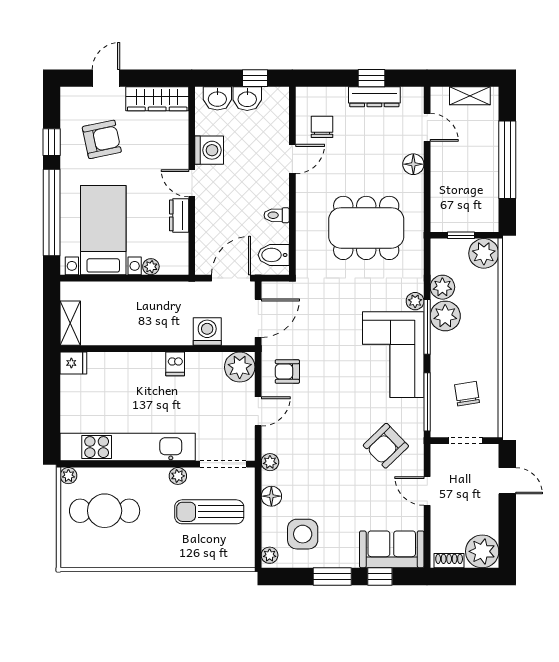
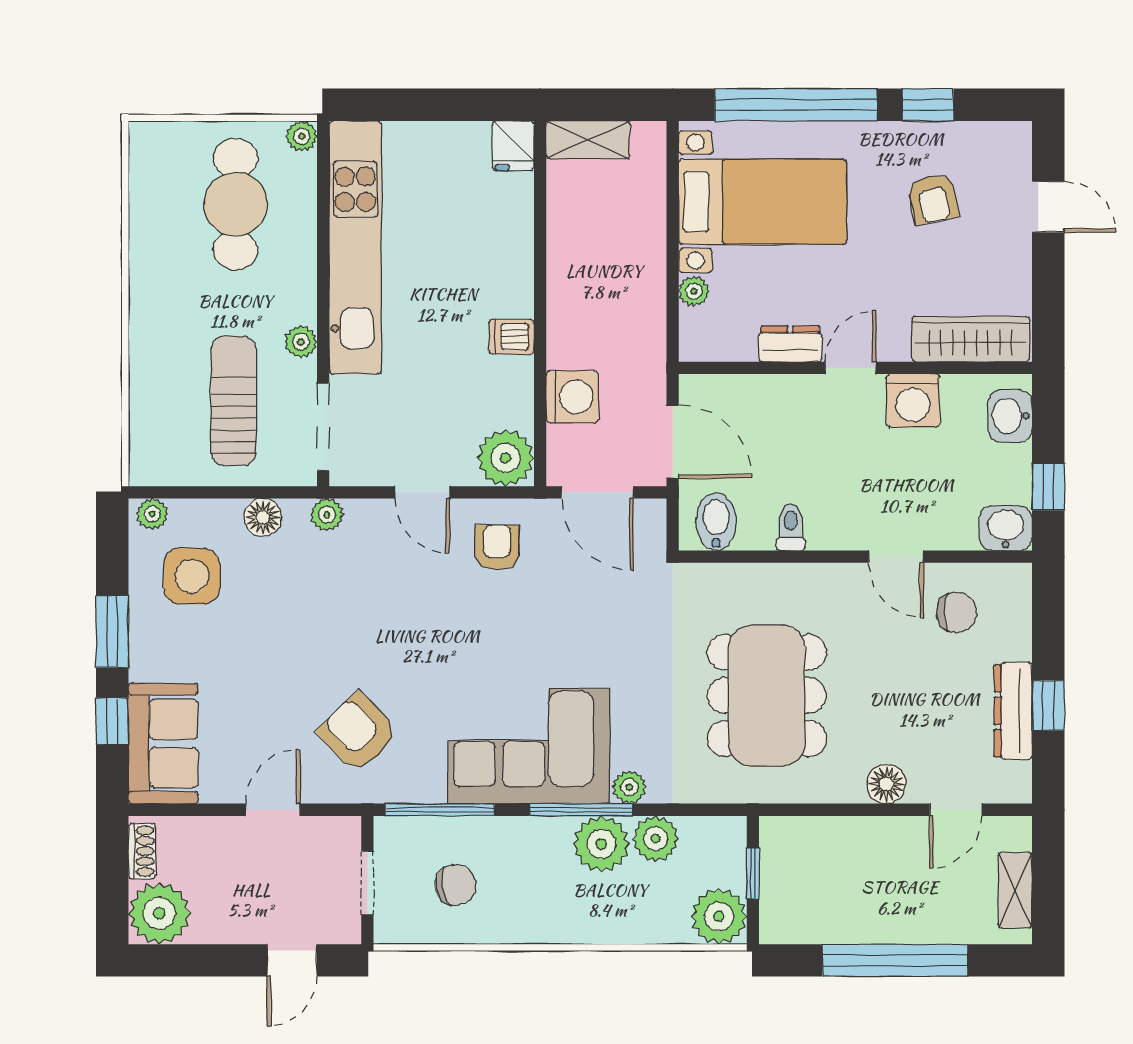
wardrobe: (157, 99) -> (970, 339), moved, turned 90
washbasin: (247, 99) -> (1006, 528), moved, turned 90
armchair: (102, 139) -> (933, 199), width x0.72, depth x0.72

